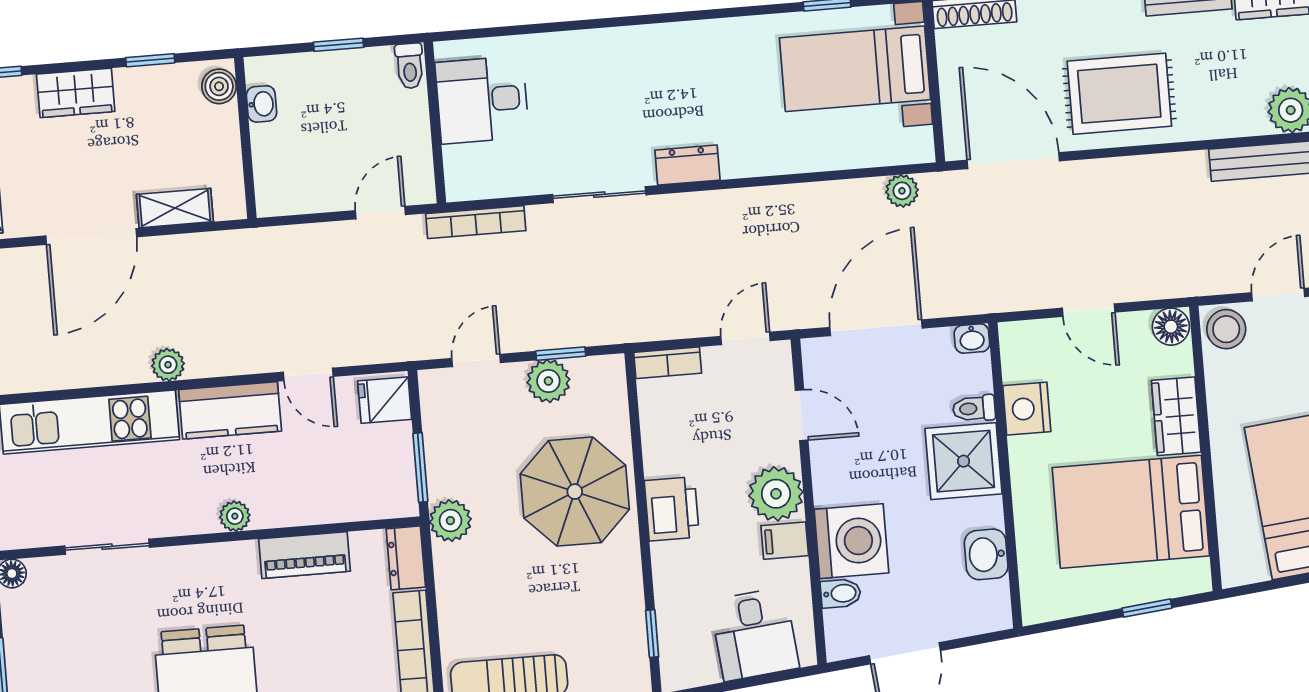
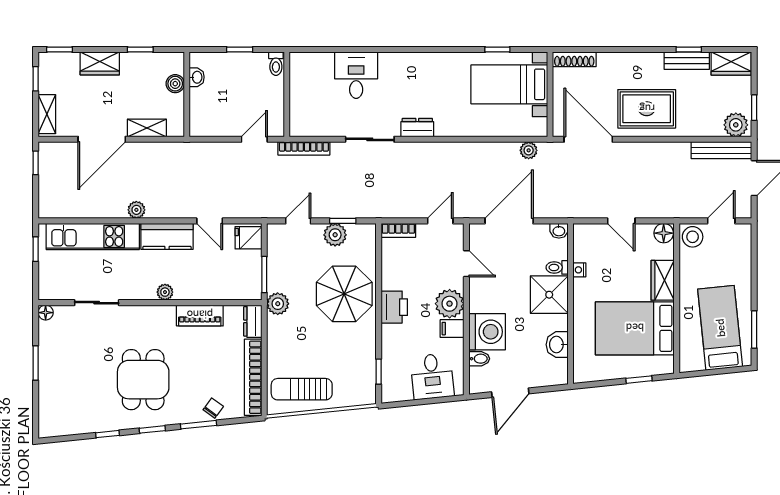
boiler: (219, 86) -> (175, 84), moved
desk: (482, 100) -> (356, 75), moved, turned 90
nightstand: (1027, 409) -> (579, 270), width x0.53, depth x0.56

